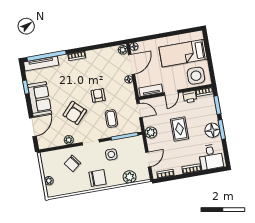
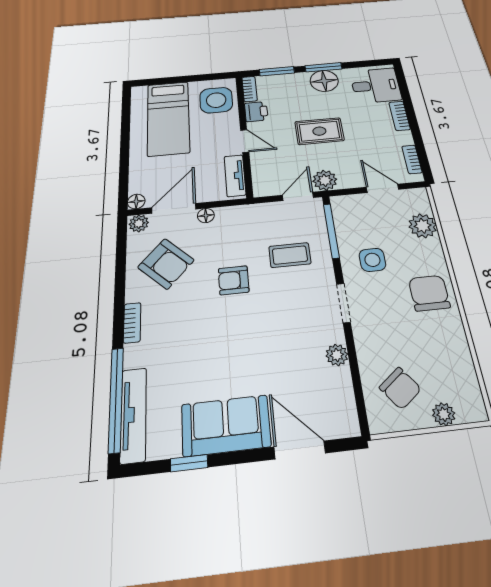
door: (131, 64) -> (174, 208), hinge flipped
door: (140, 111) -> (298, 196), moved
armchair: (75, 113) -> (166, 264), moved
chair: (73, 163) -> (400, 388), moved

